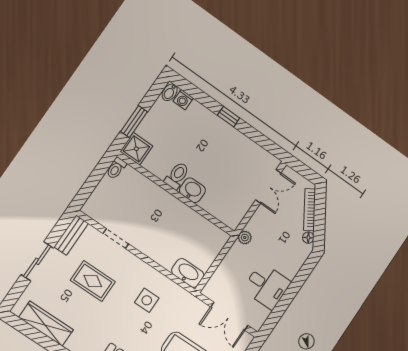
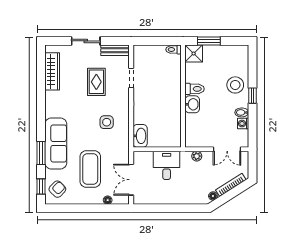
bidet: (170, 92) -> (242, 112), moved
washing machine: (183, 100) -> (243, 124), moved
stool: (204, 127) -> (235, 85), added
plant: (245, 237) -> (197, 156), moved
desk: (267, 286) -> (167, 165), moved, turned 180

